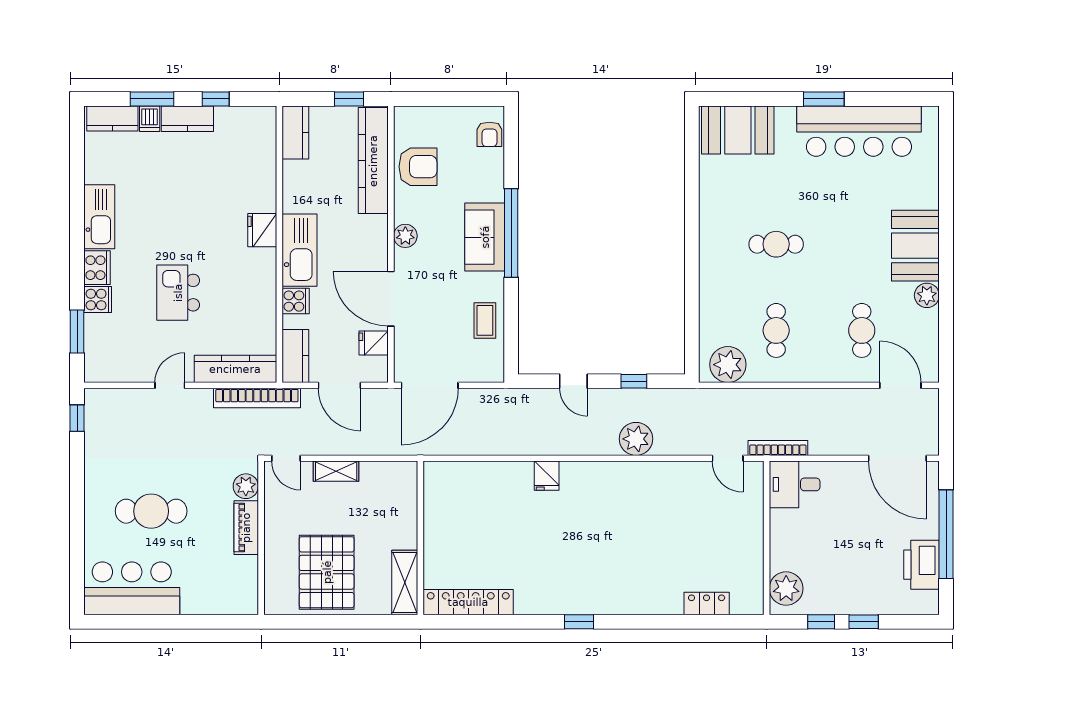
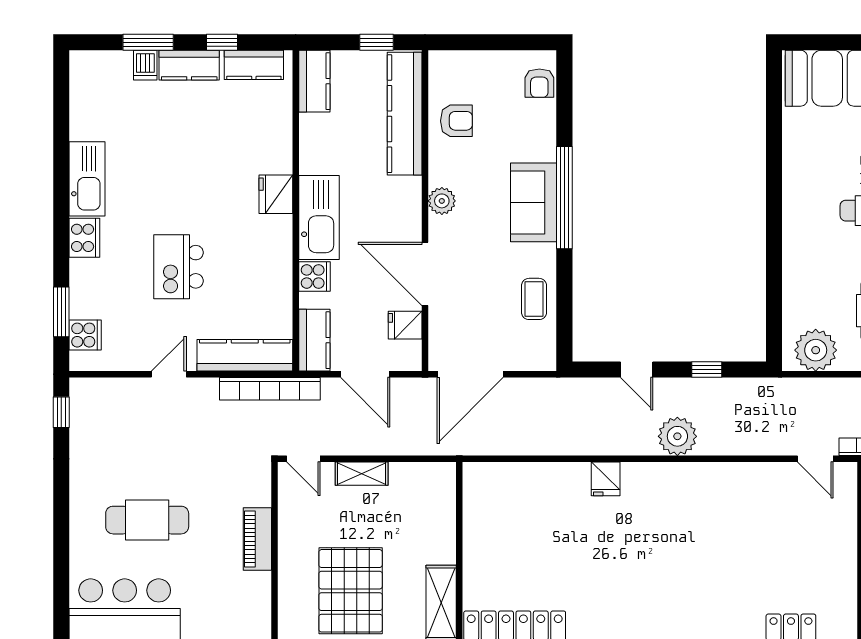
kitchen counter: (112, 118) -> (254, 65), moved
armchair: (418, 167) -> (456, 121), width x0.72, depth x0.72
cooker: (98, 299) -> (85, 335), moved
plant: (636, 439) -> (677, 436), moved
plant: (246, 486) -> (257, 491), removed

